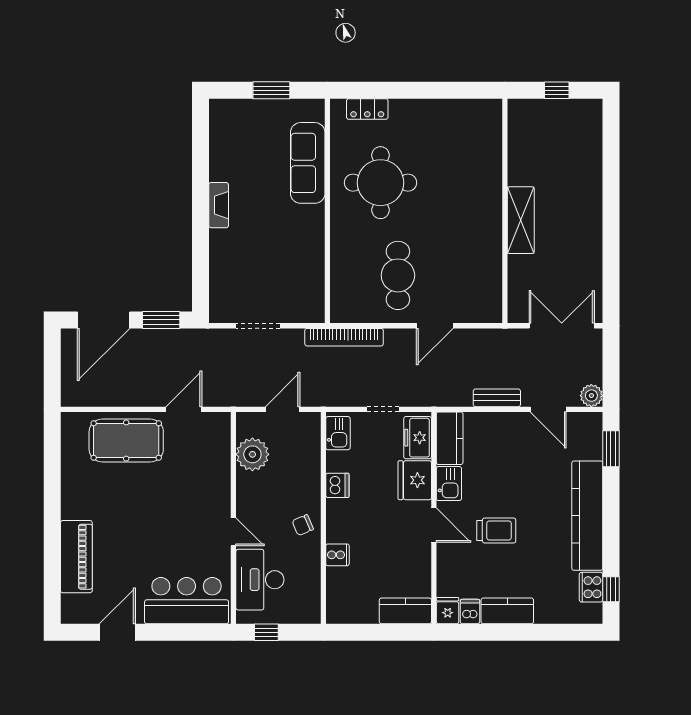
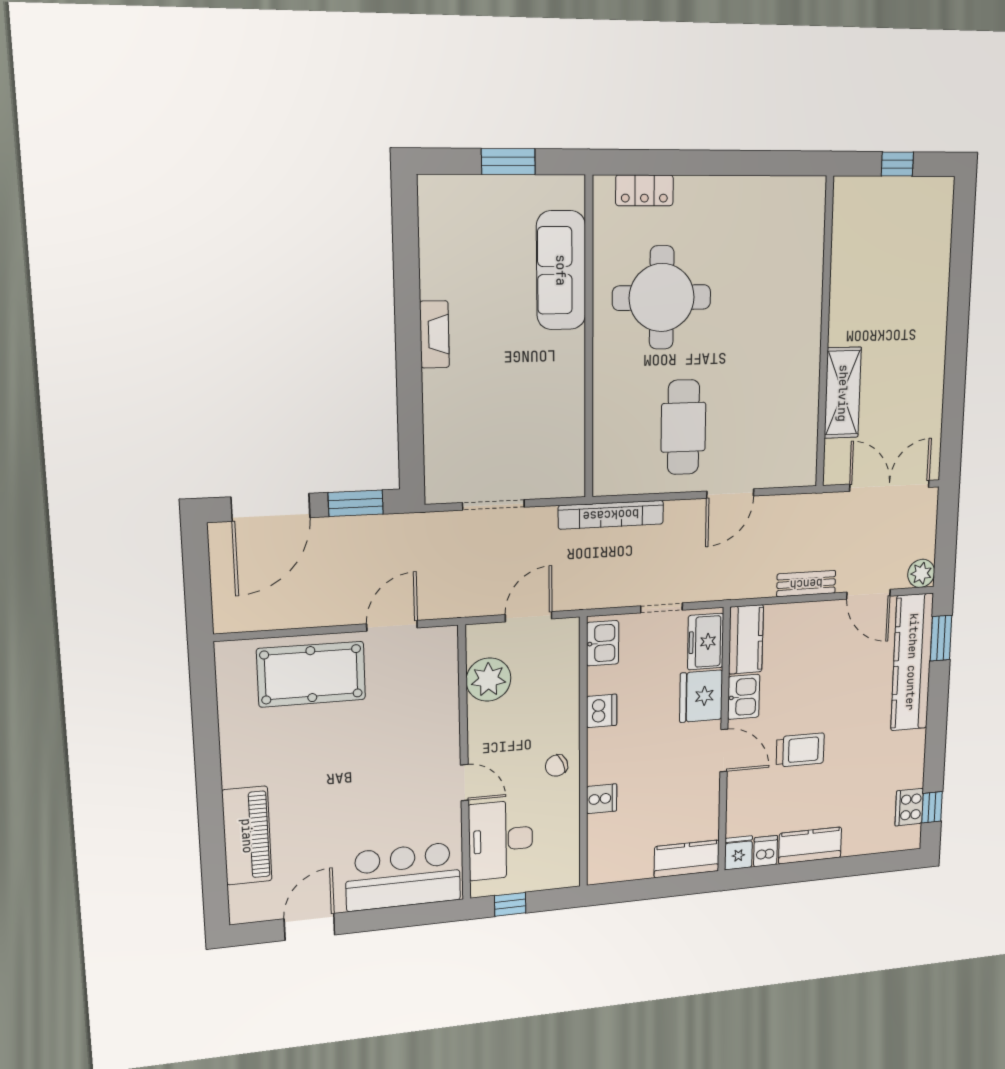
shelving: (521, 220) -> (843, 393), moved
kitchen counter: (587, 516) -> (912, 662), moved

